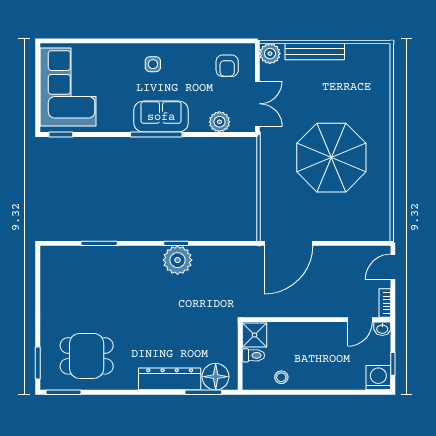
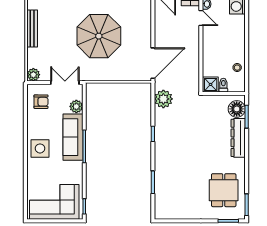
bench: (315, 52) -> (32, 29), moved
side table: (153, 64) -> (40, 148), width x1.87, depth x1.87
sofa: (161, 117) -> (73, 137), width x1.36
door: (288, 243) -> (153, 63), hinge flipped
plant: (178, 260) -> (163, 99), moved

